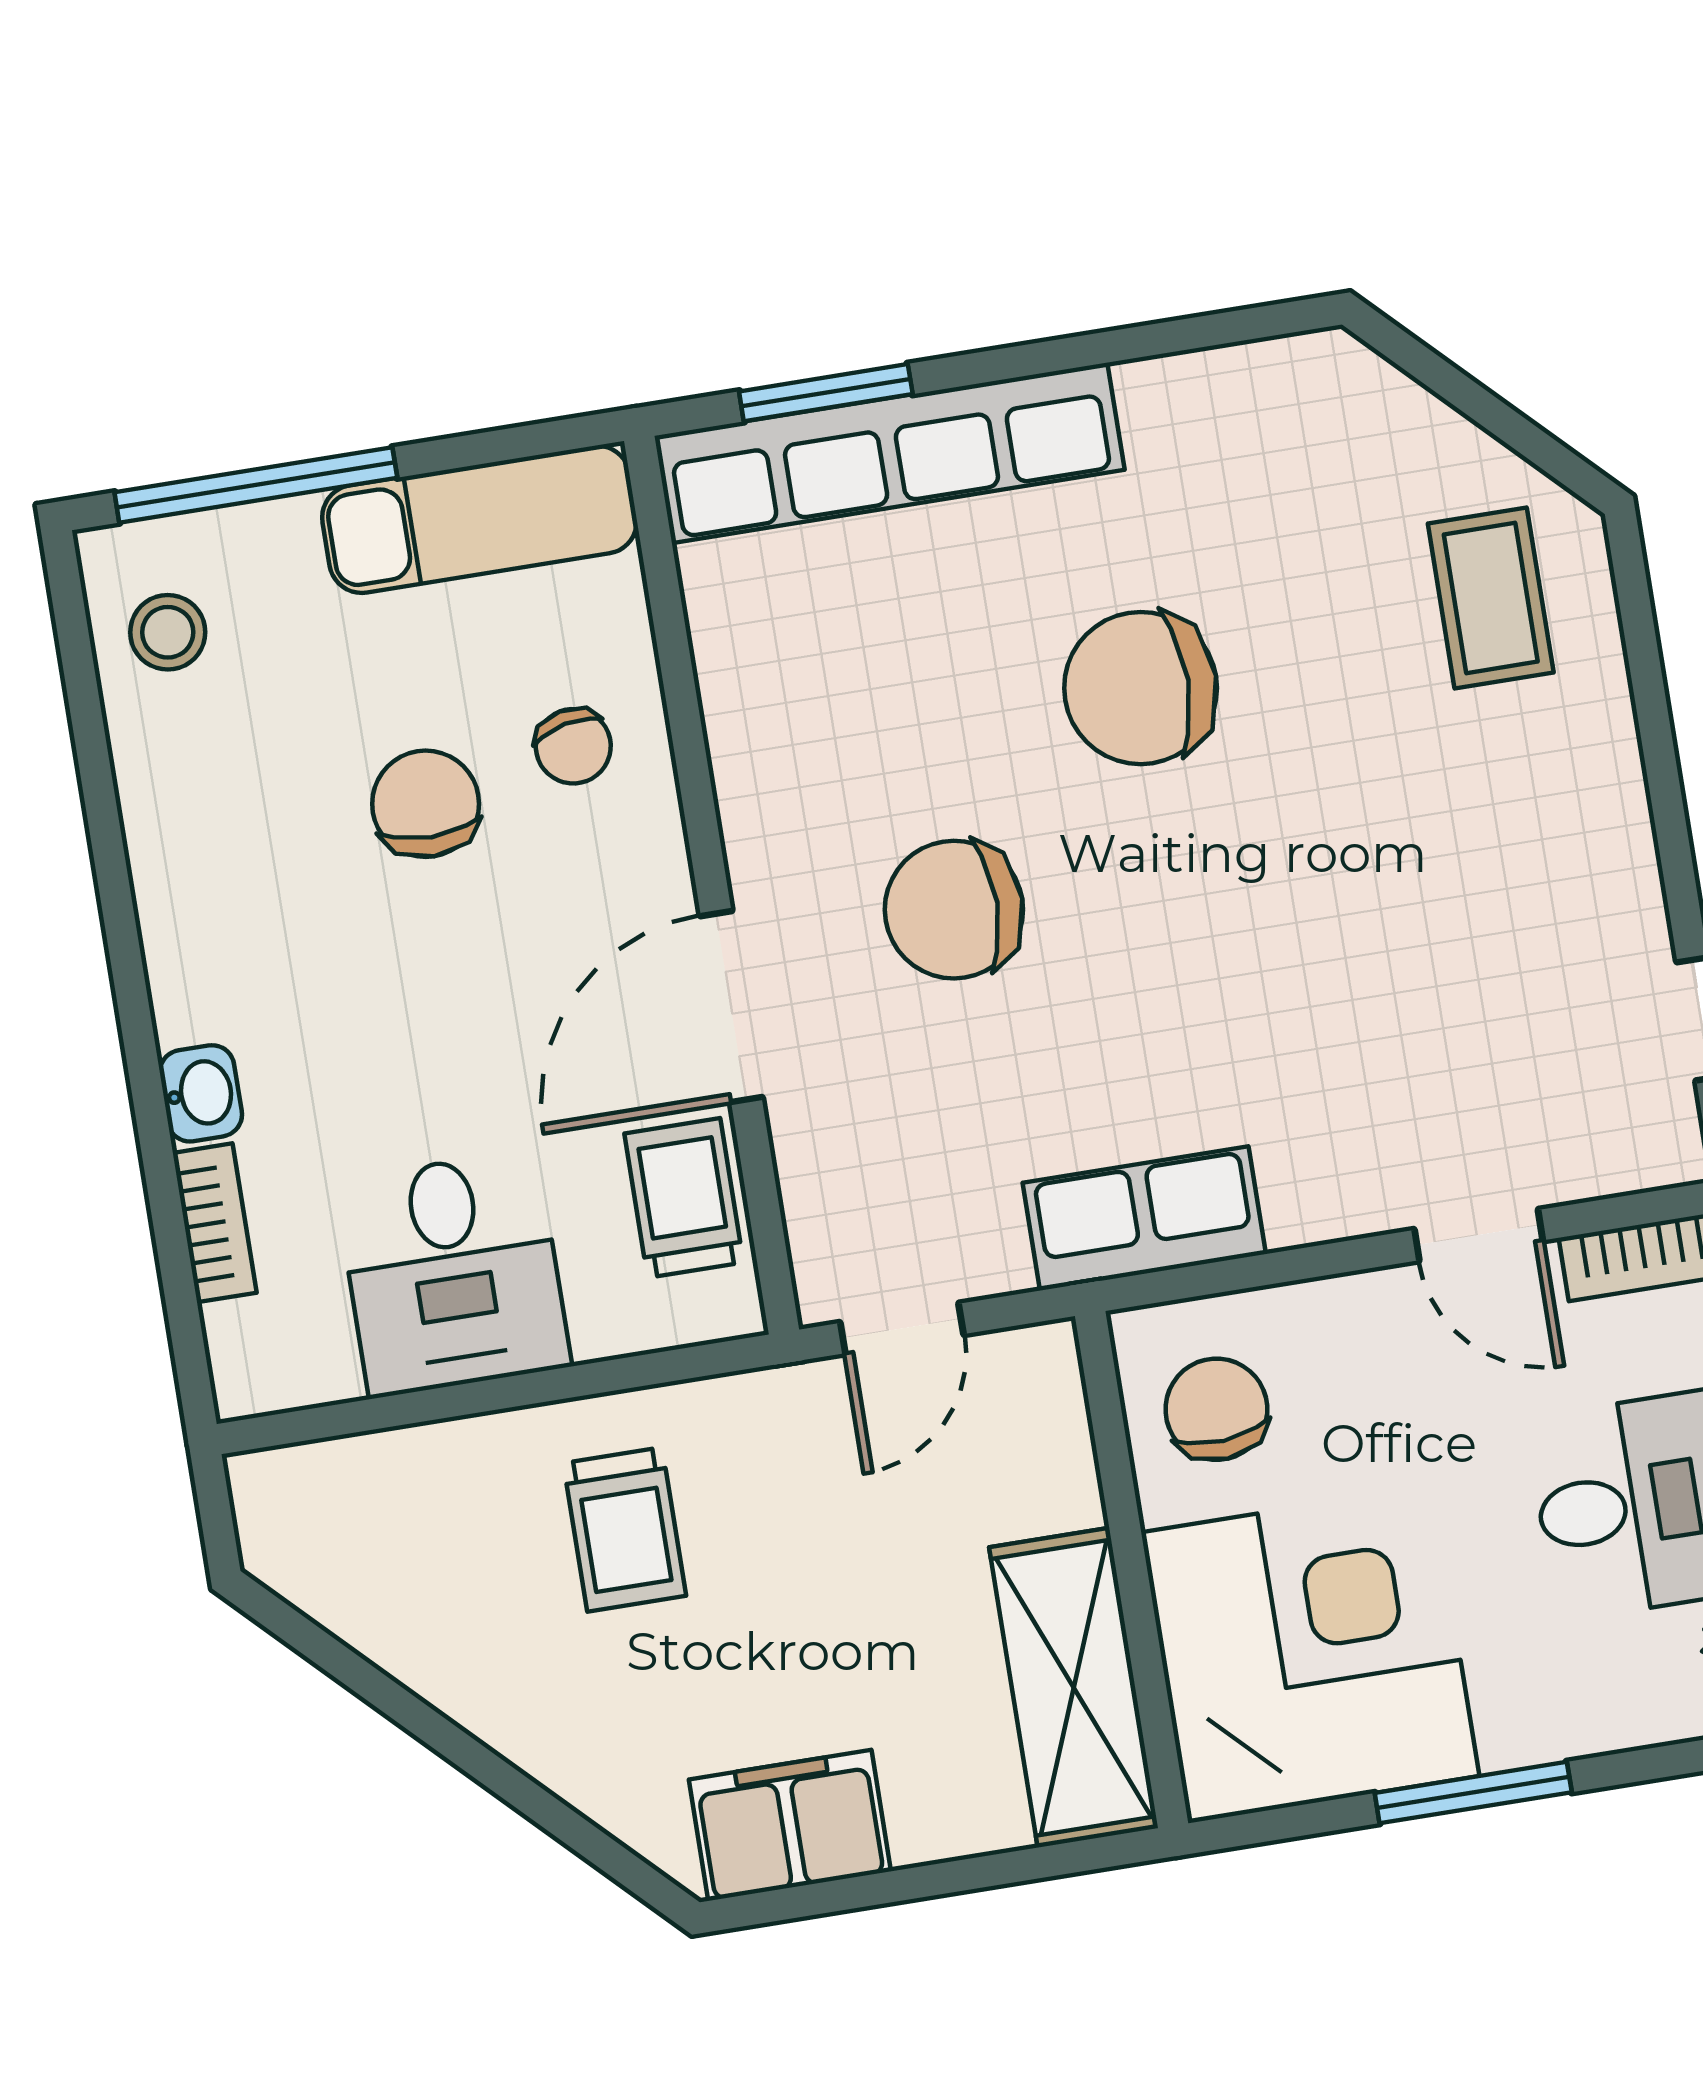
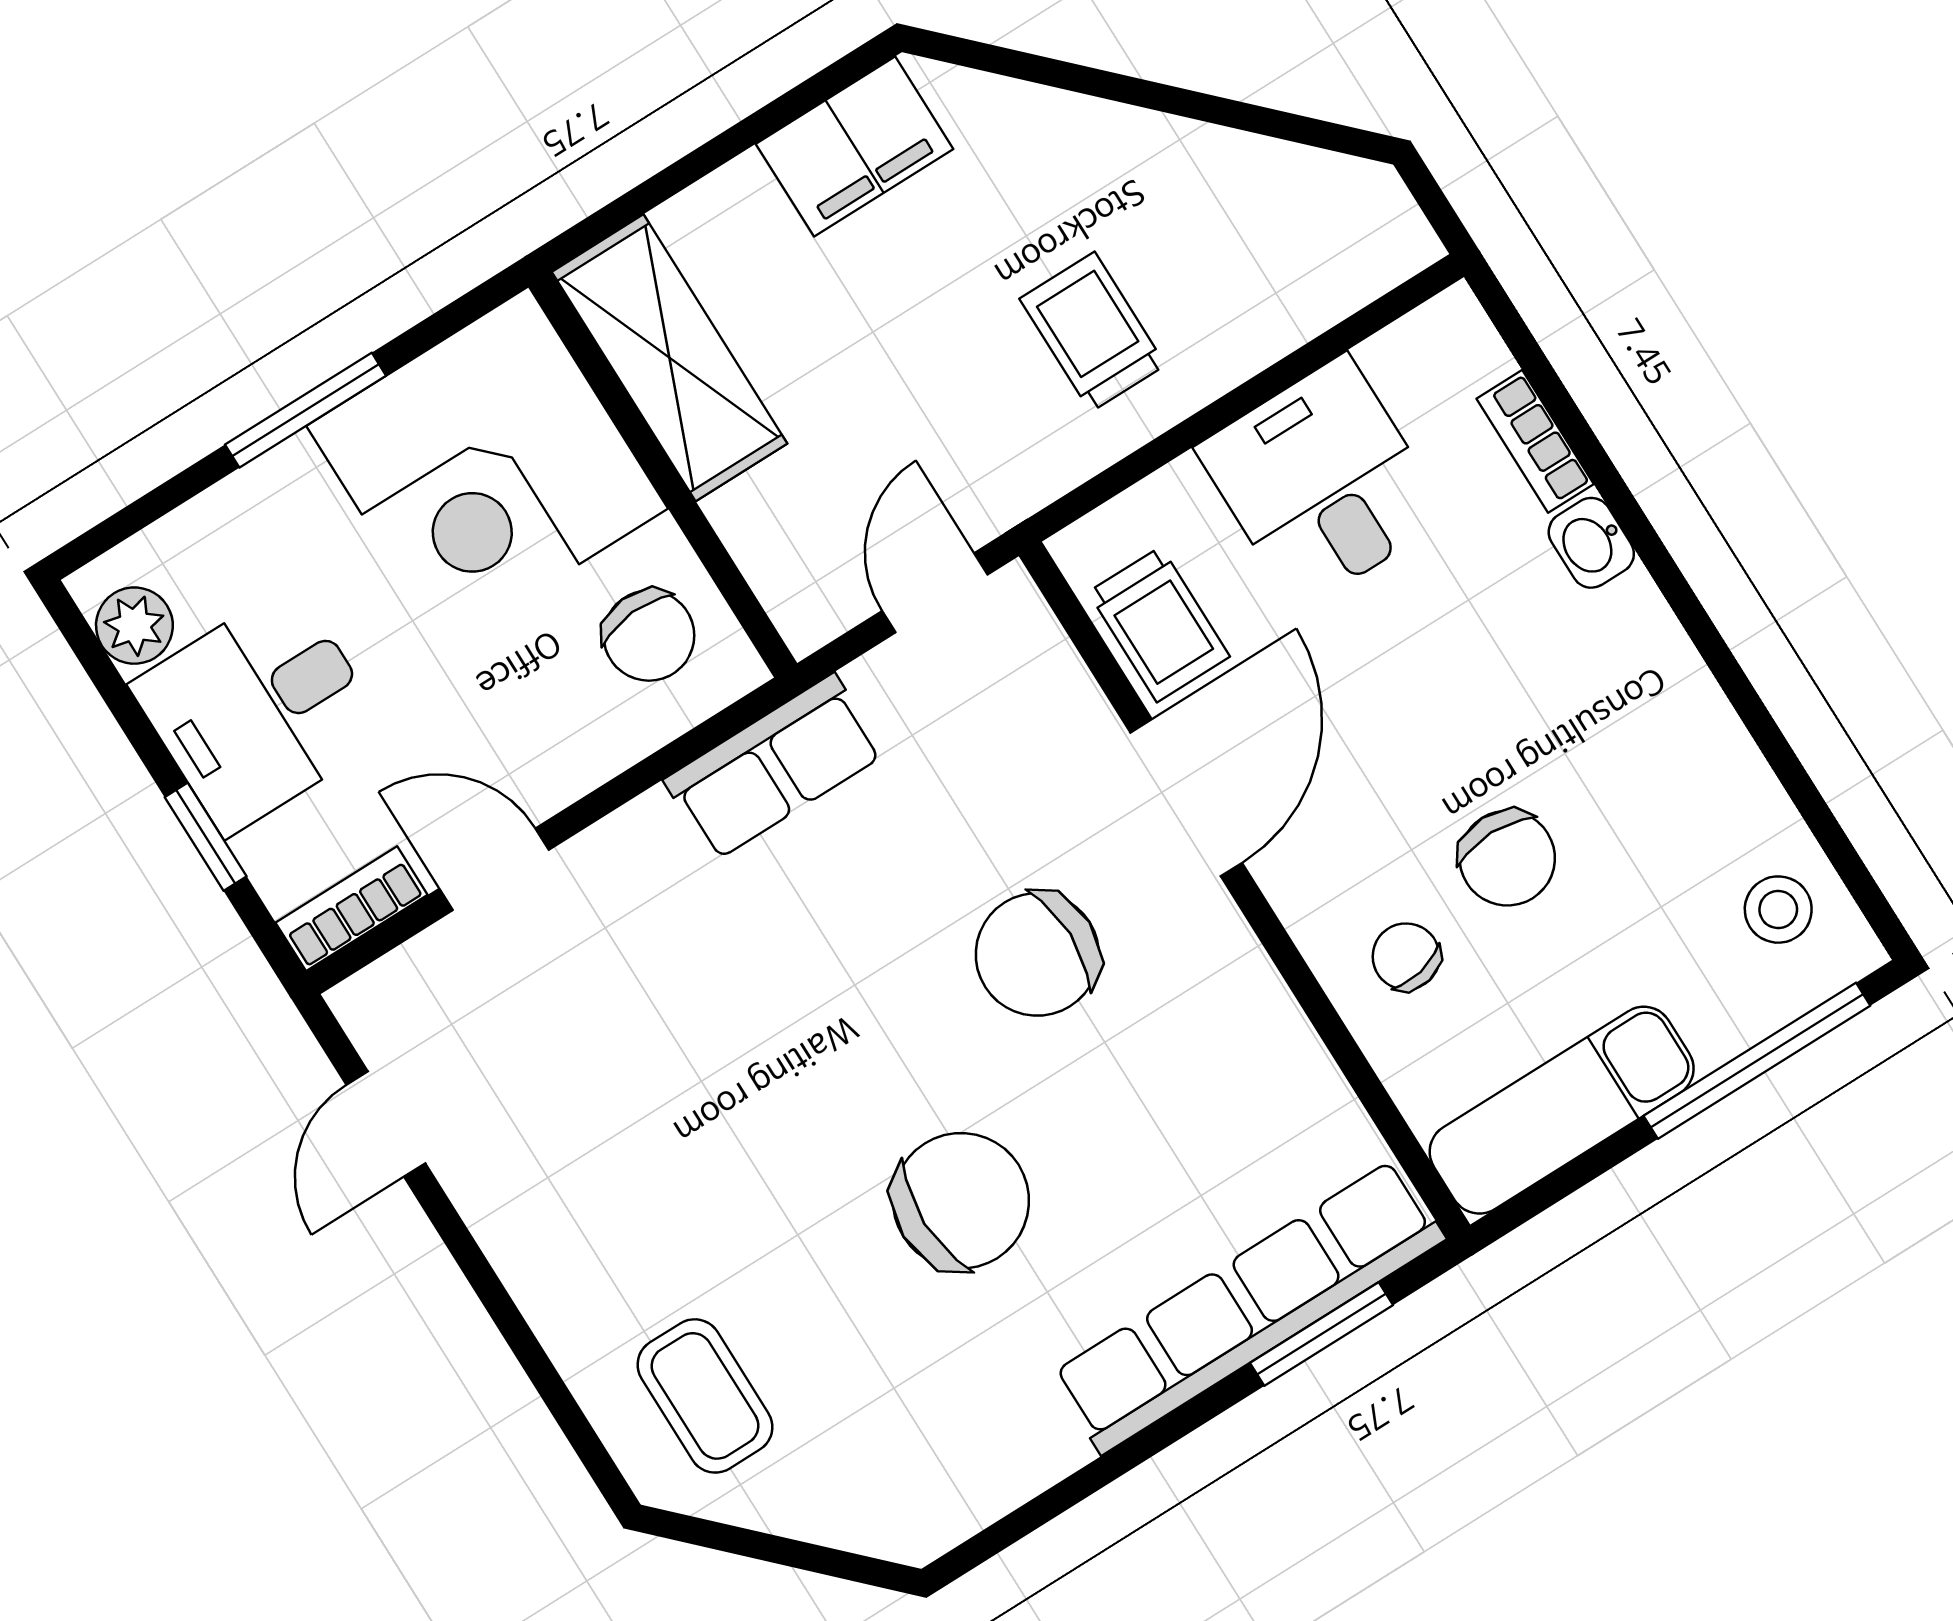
chair: (954, 910) -> (1037, 954), turned 180

